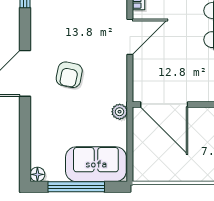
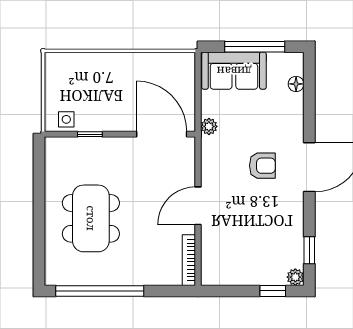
armchair: (69, 75) -> (262, 166), turned 79
floor lamp: (37, 174) -> (296, 84), moved

